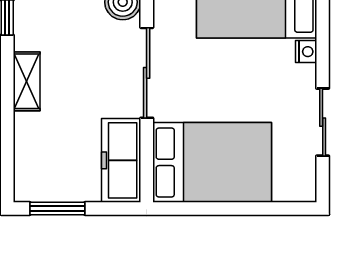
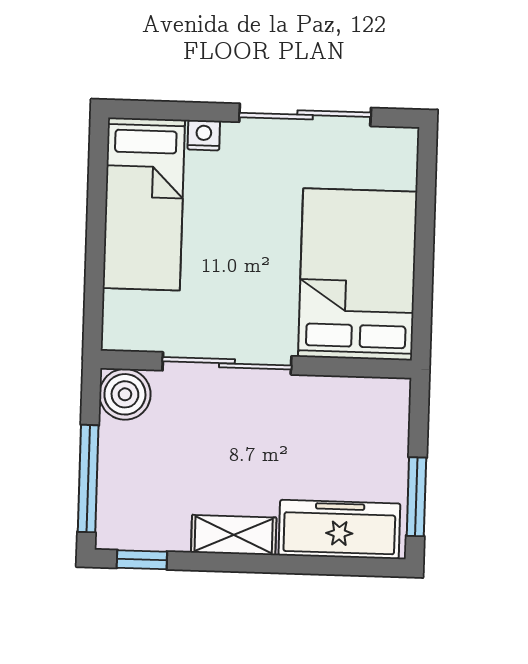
sliding door: (323, 122) -> (305, 115), width x1.37
freezer: (121, 160) -> (339, 529), moved, turned 180

